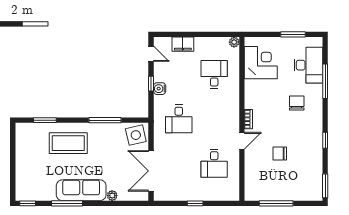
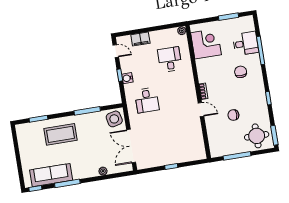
desk: (308, 65) -> (246, 44), width x0.73
door: (242, 141) -> (201, 110), hinge flipped
desk: (214, 163) -> (181, 132), removed
round table: (304, 183) -> (257, 136), added
sofa: (81, 190) -> (51, 175), moved

